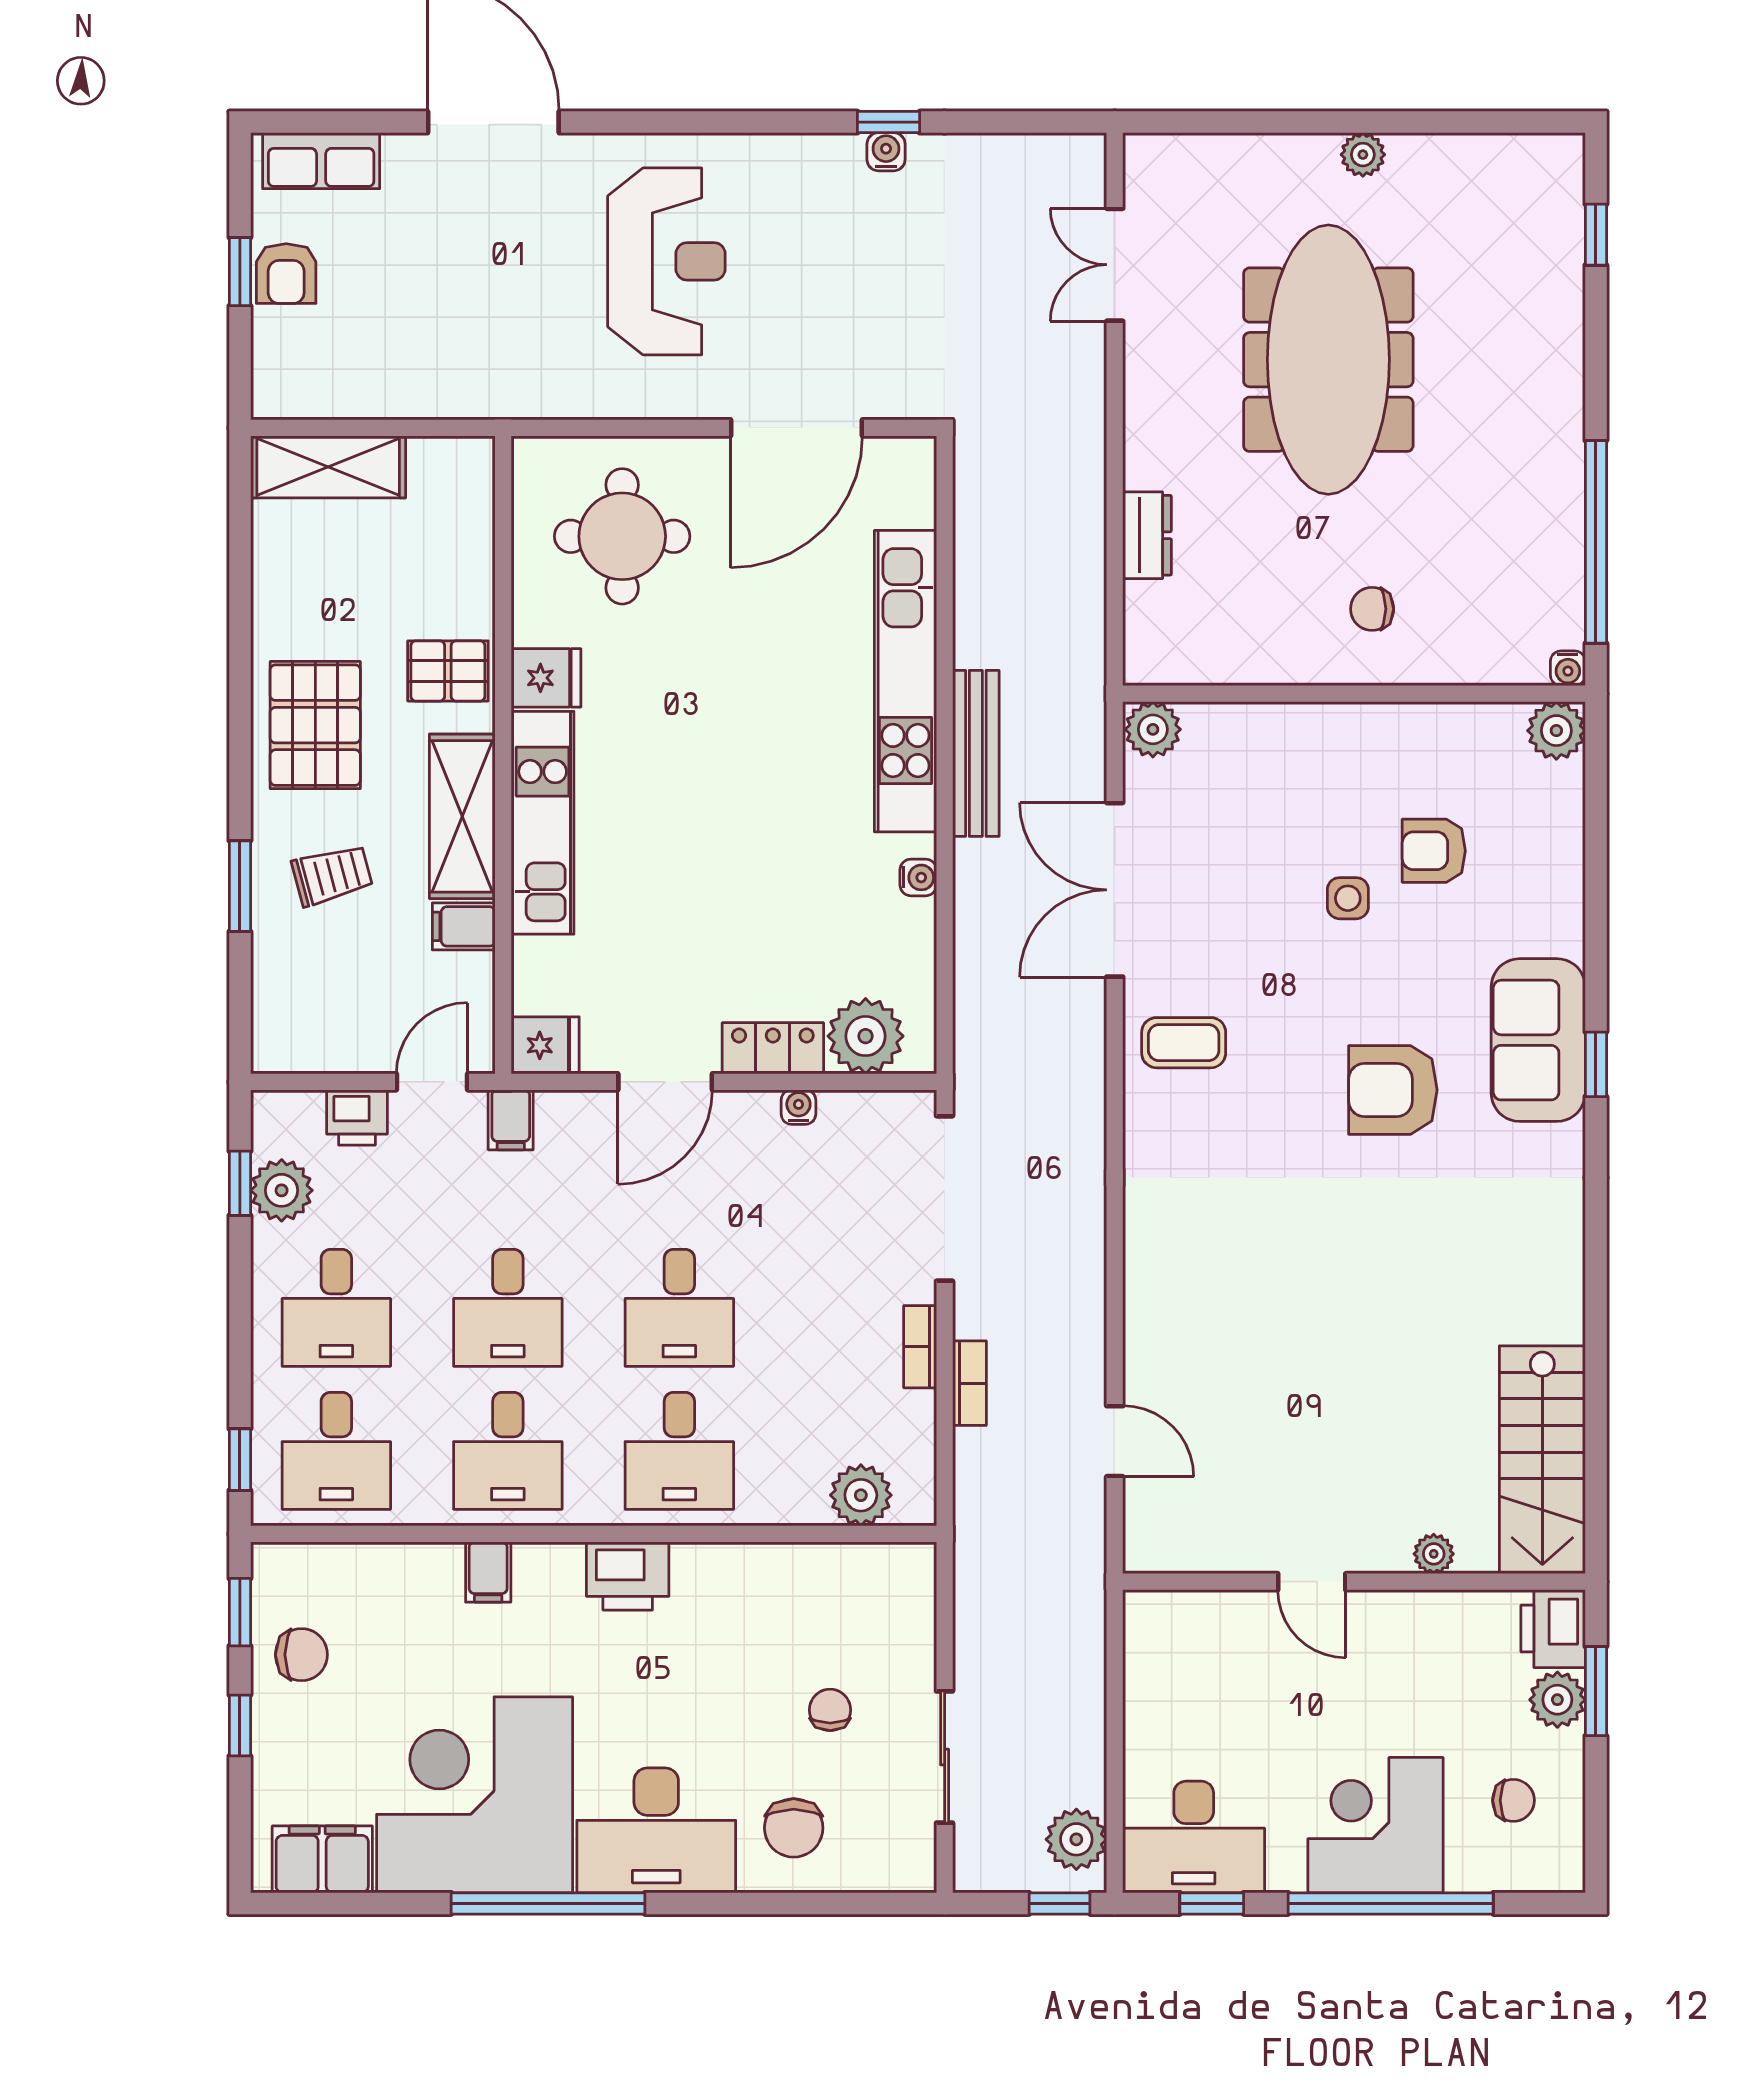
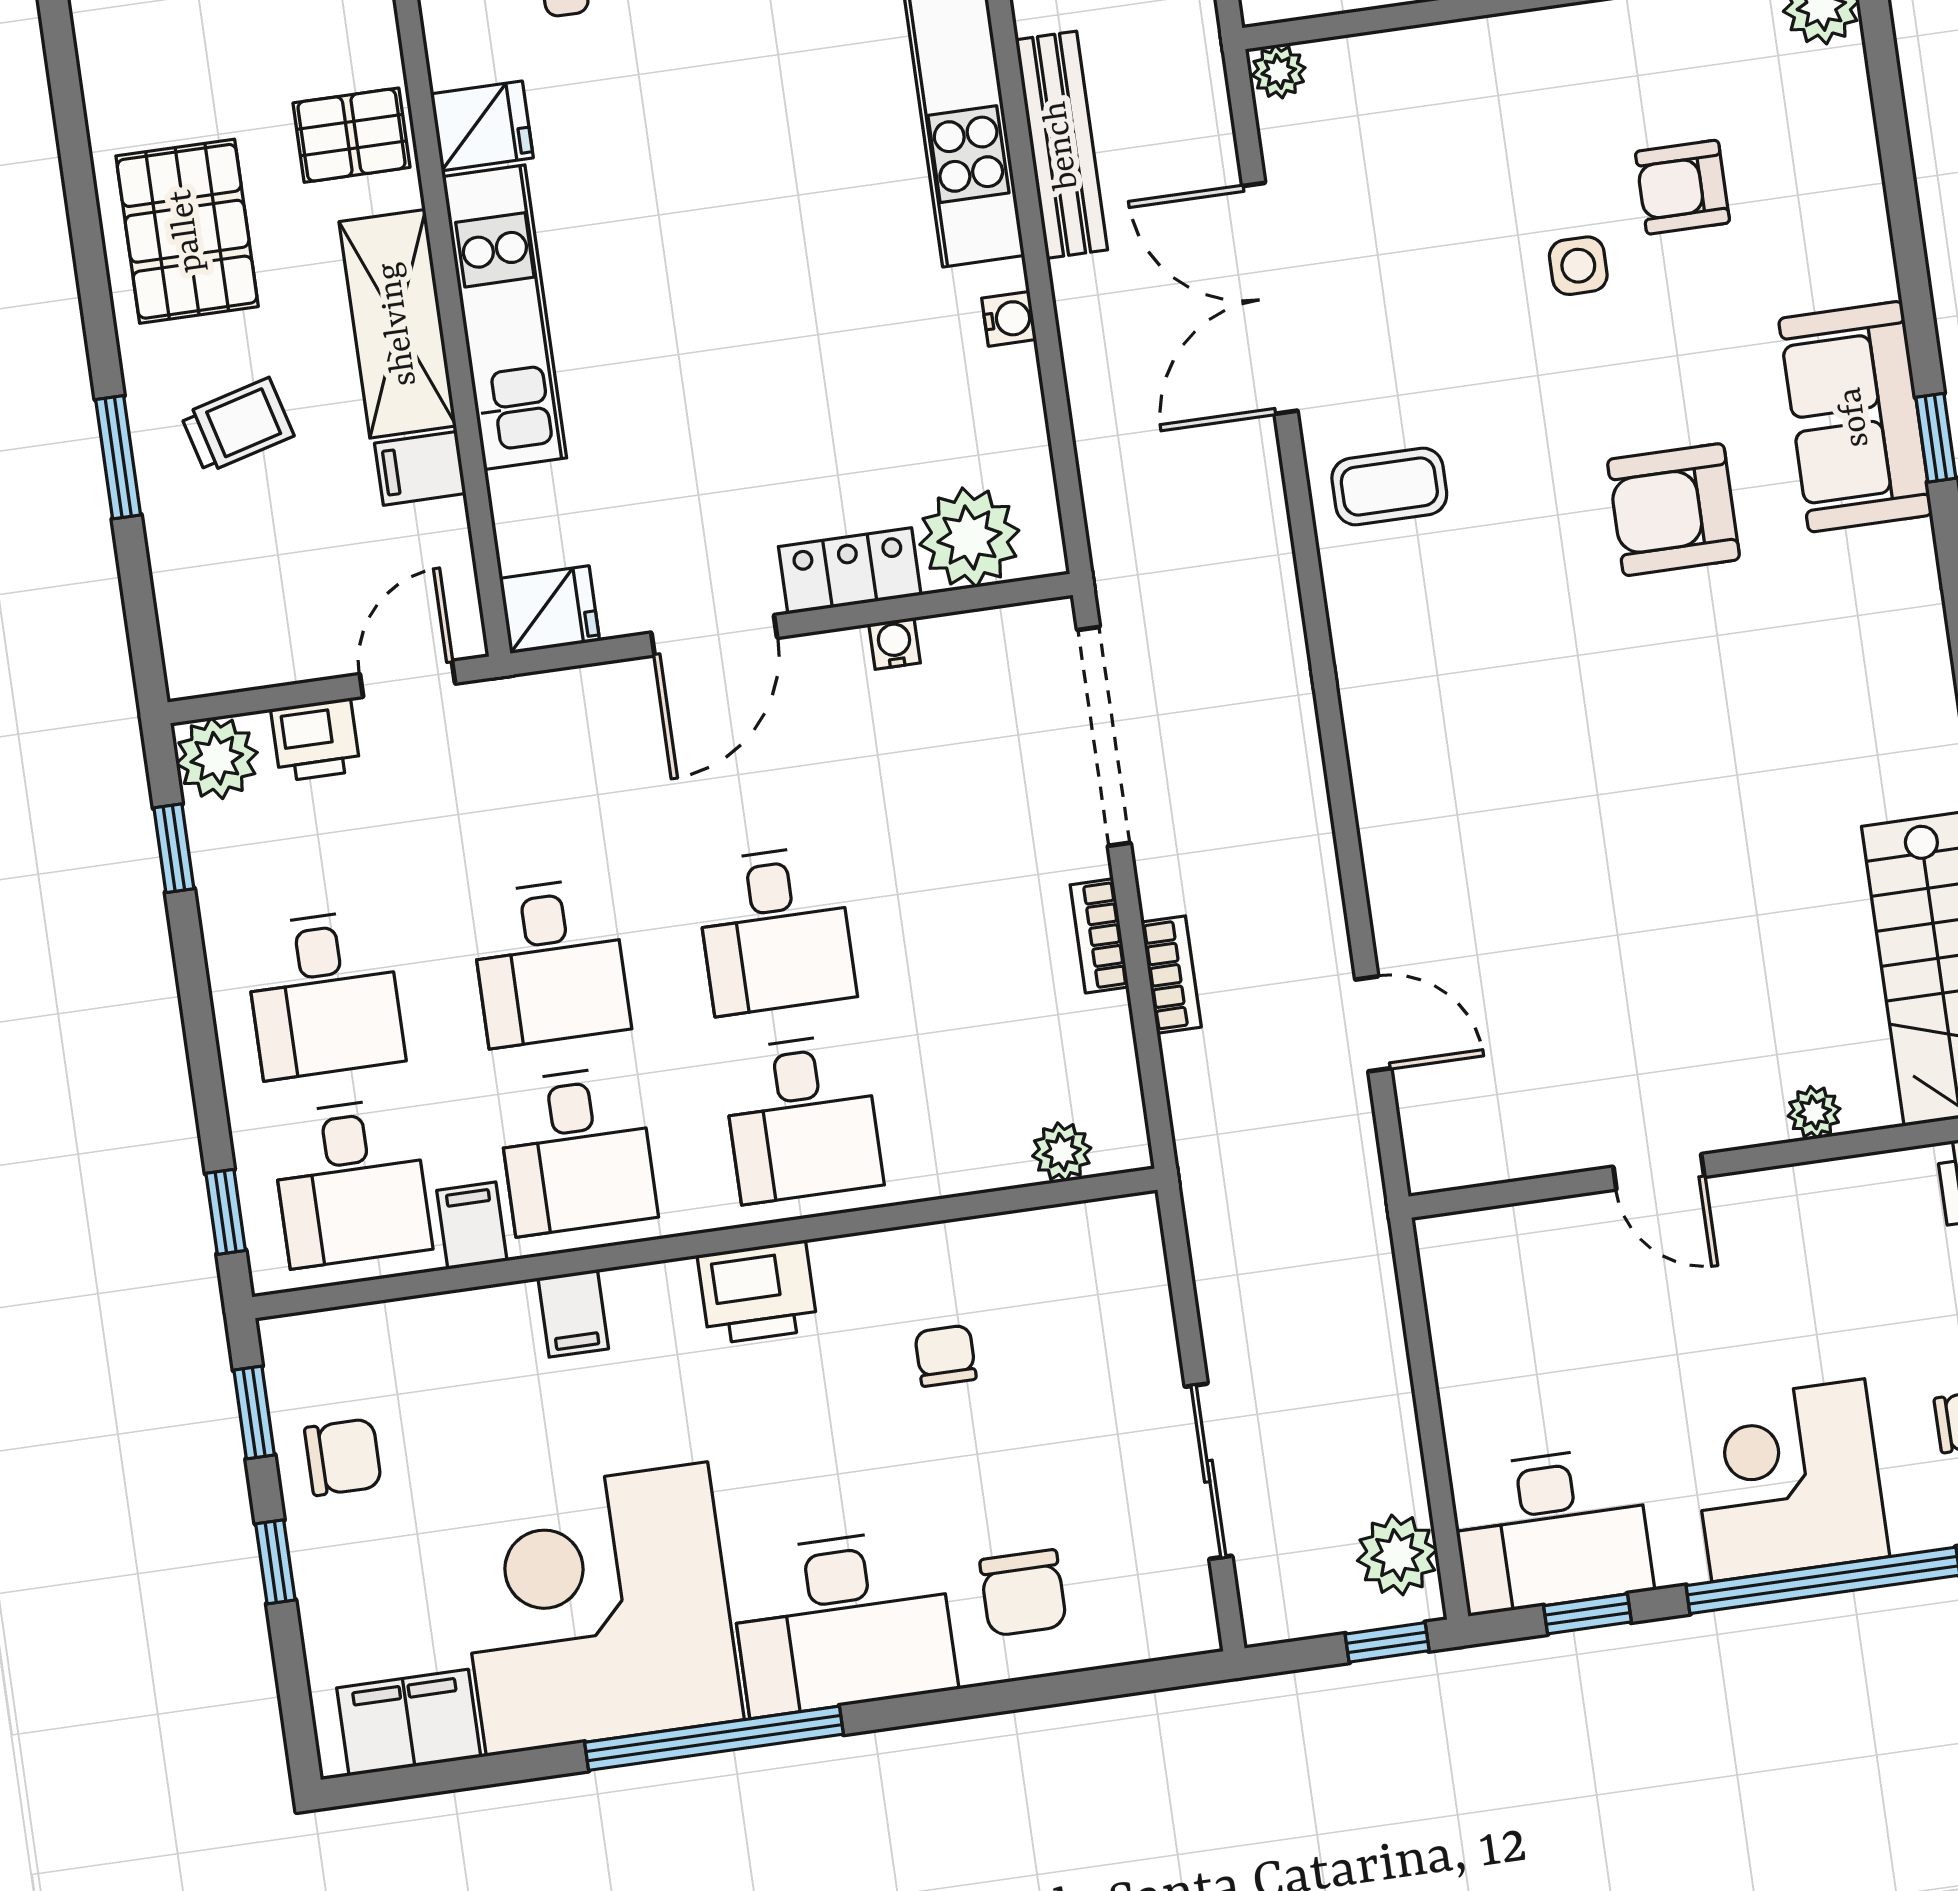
plant: (1153, 729) -> (1279, 72), width x0.73, depth x0.73
filing cabinet: (511, 1120) -> (472, 1226), moved, turned 180
plant: (282, 1190) -> (217, 758), moved
plant: (861, 1495) -> (1062, 1152), width x0.73, depth x0.73
chair: (830, 1710) -> (945, 1356), moved

